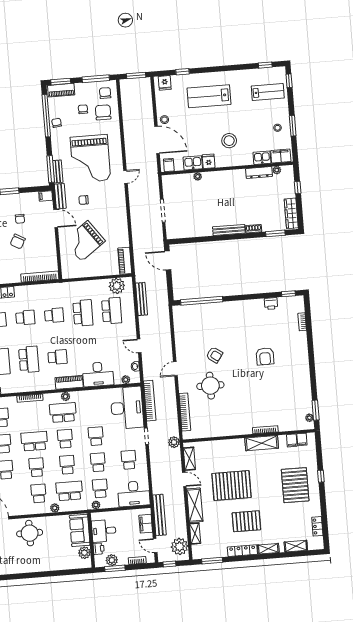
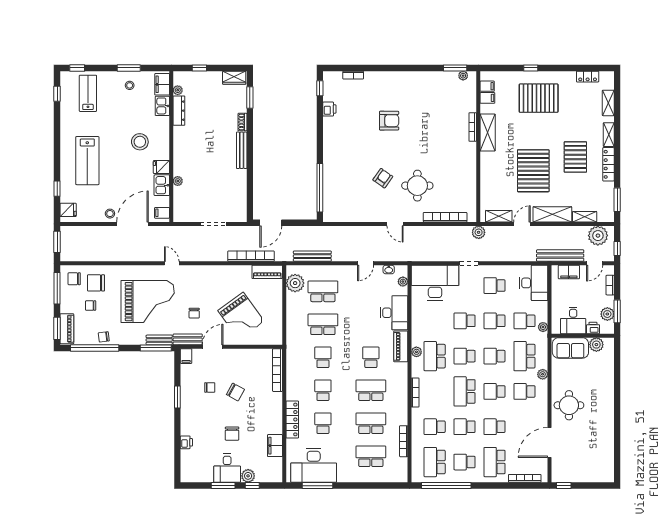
wardrobe: (291, 213) -> (234, 78), width x0.67
bookcase: (150, 401) -> (251, 256), moved

